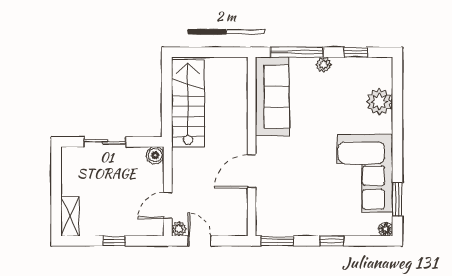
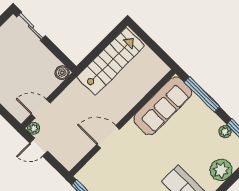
plant: (324, 65) -> (225, 131), moved
sliding door: (105, 142) -> (31, 26), moved
door: (200, 241) -> (39, 147), swing flipped

